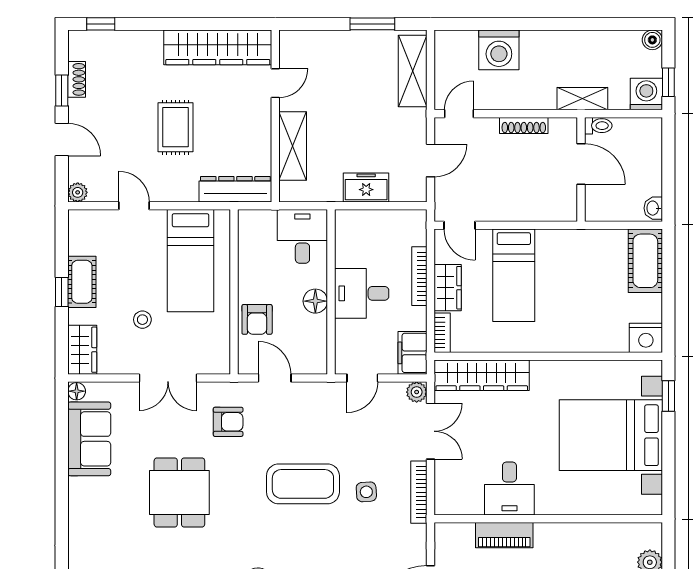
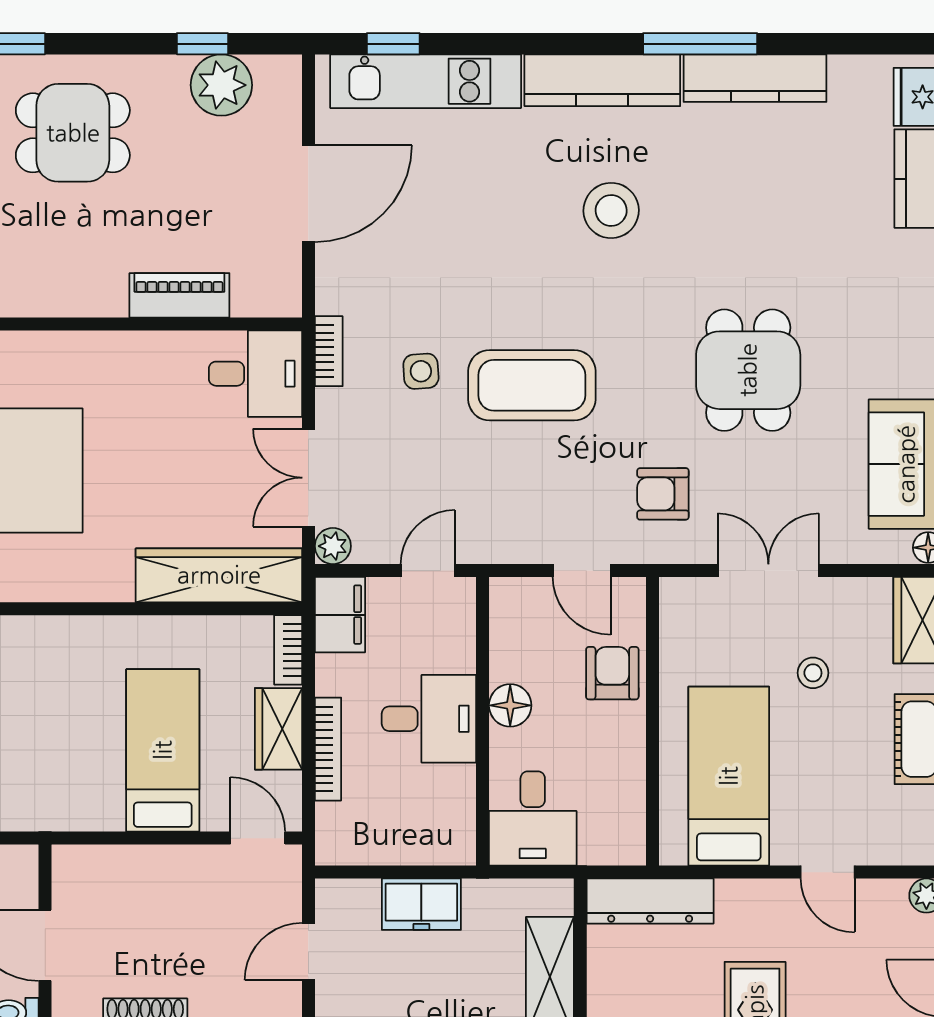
desk: (509, 489) -> (255, 374), moved, turned 90
bookcase: (419, 492) -> (329, 351), width x0.64

